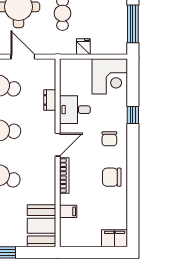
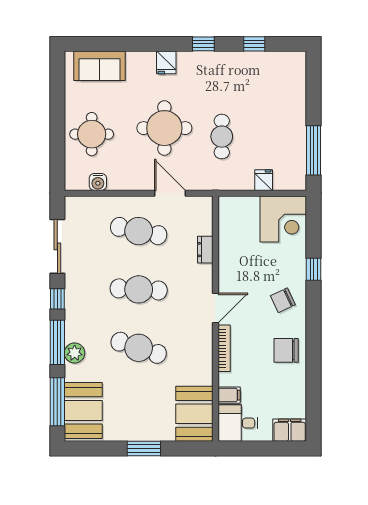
fridge: (83, 47) -> (264, 180), moved
desk: (75, 110) -> (238, 423), moved
chair: (109, 139) -> (283, 300), turned 65

